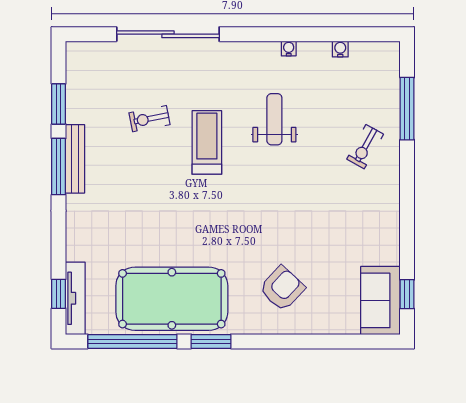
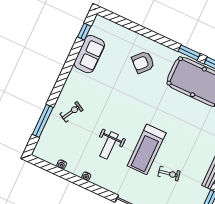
treadmill: (207, 142) -> (147, 149), width x1.37, depth x1.38
sofa: (380, 300) -> (89, 54), moved

